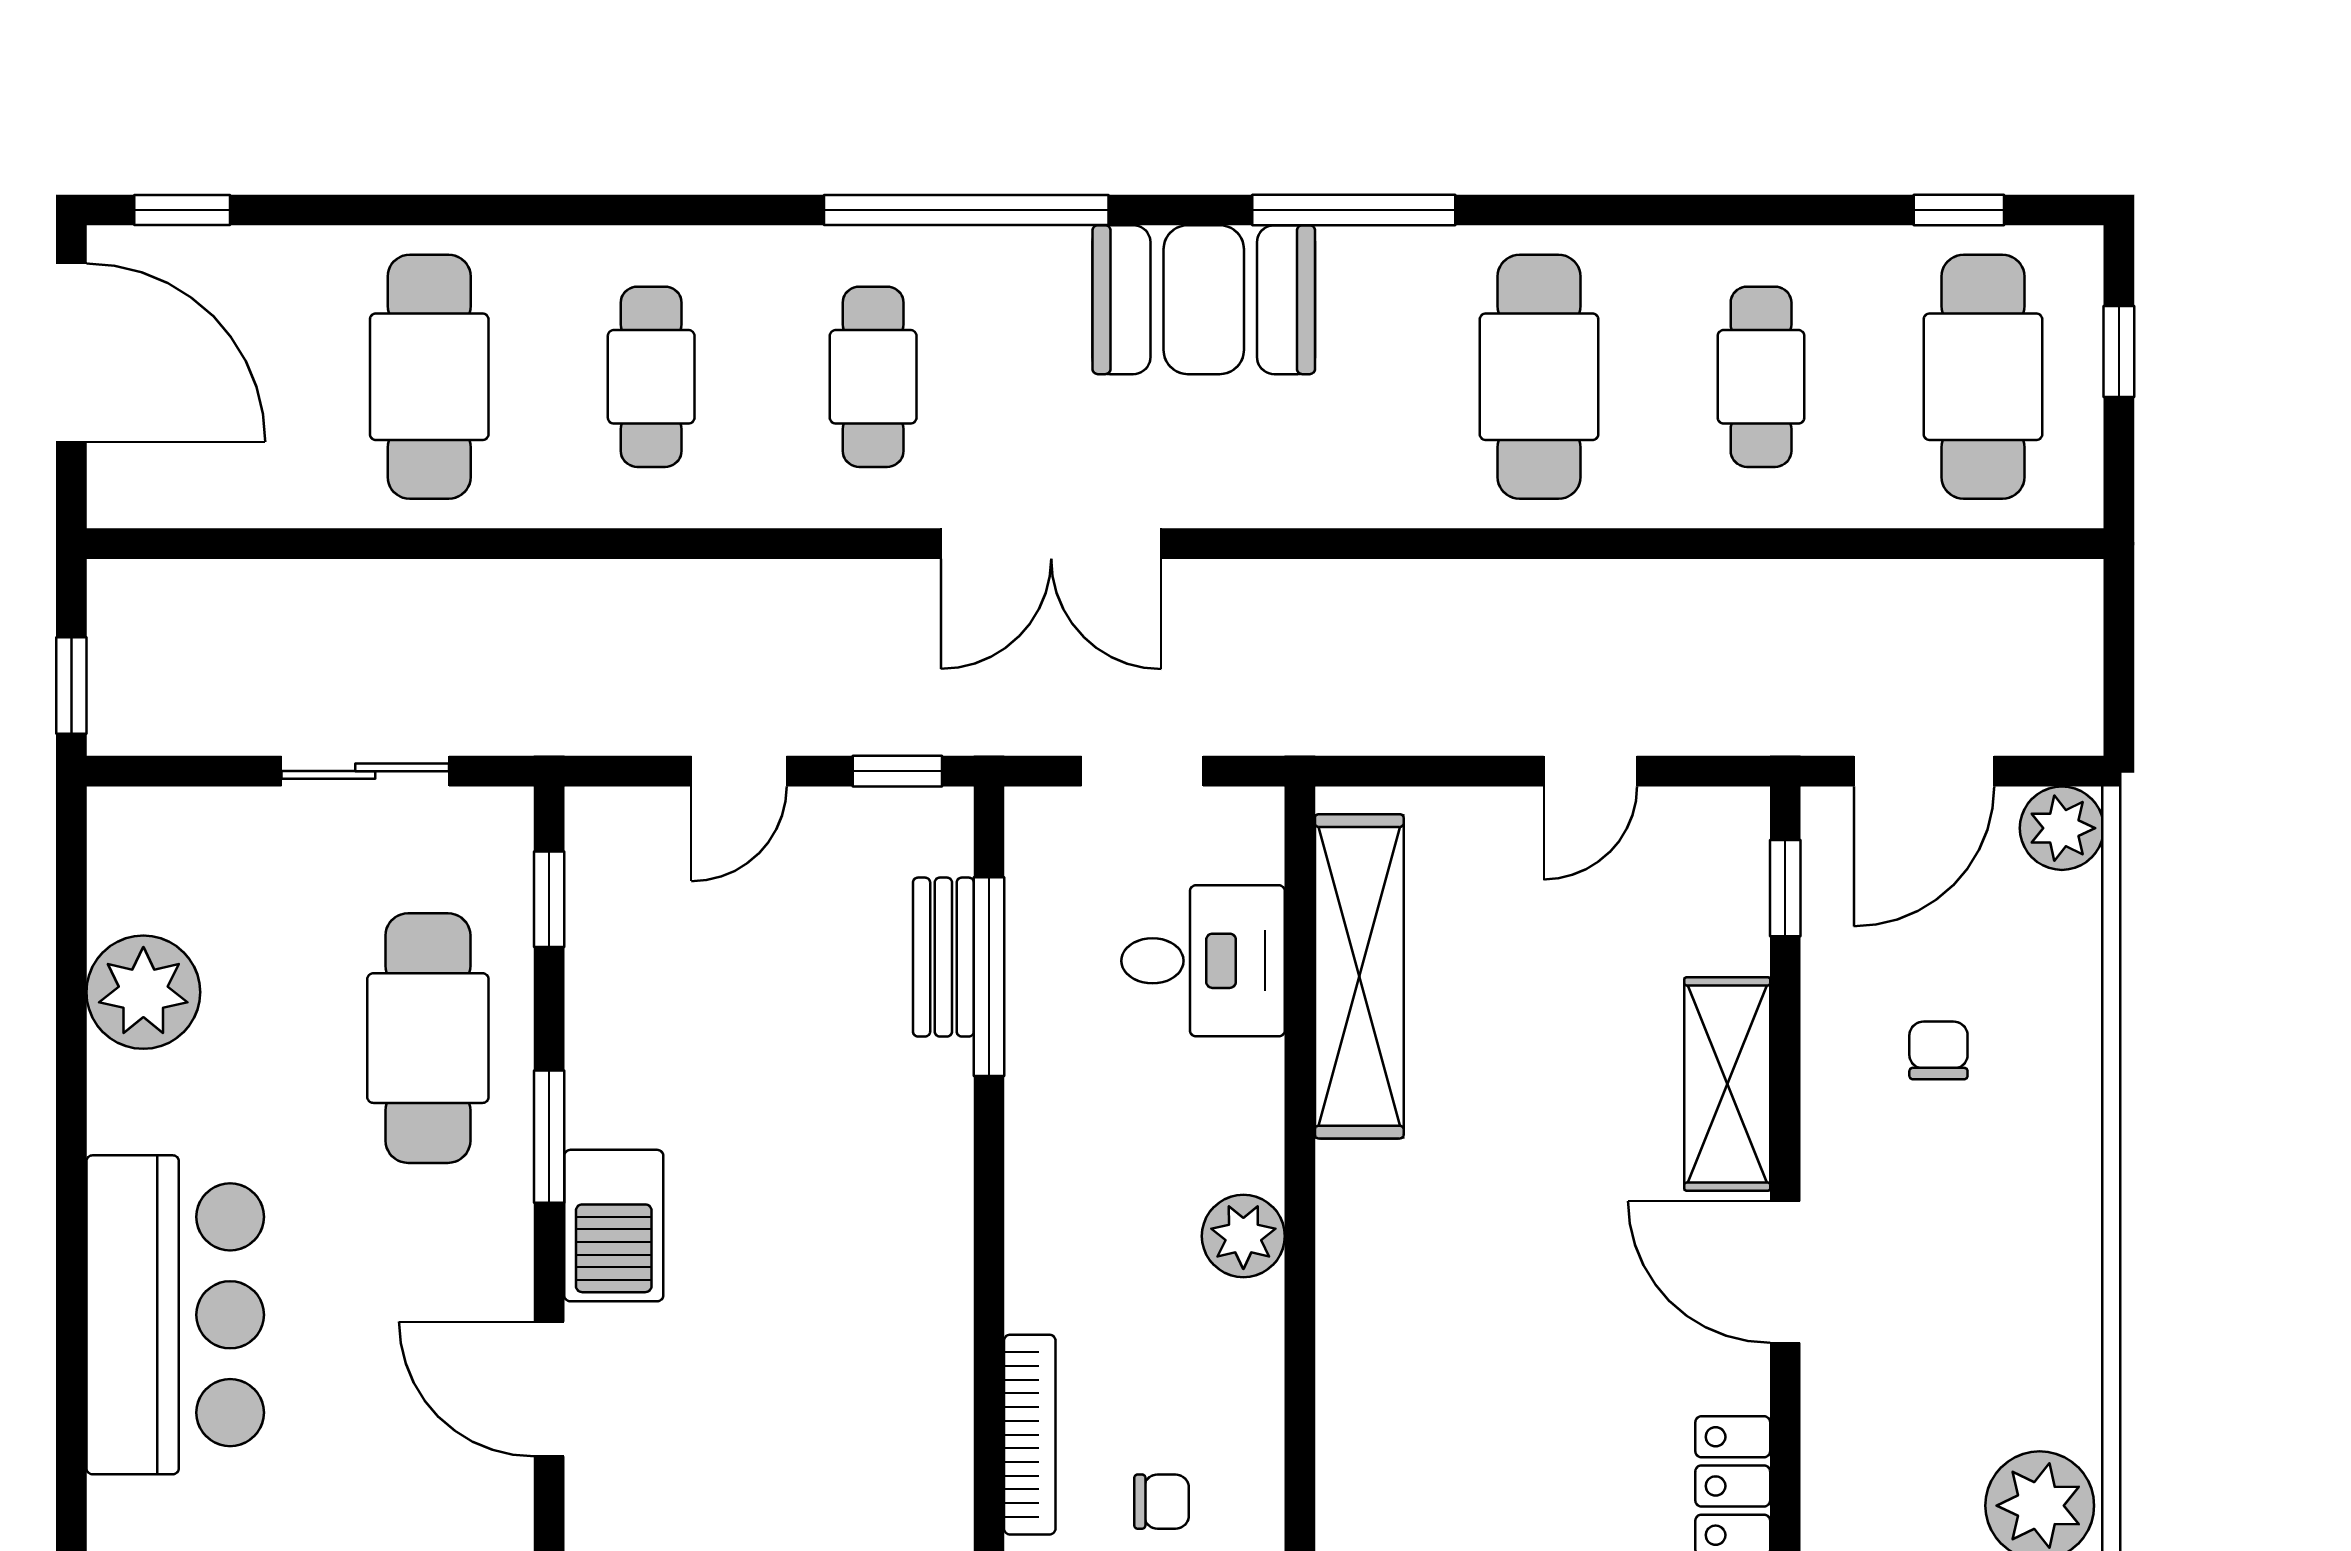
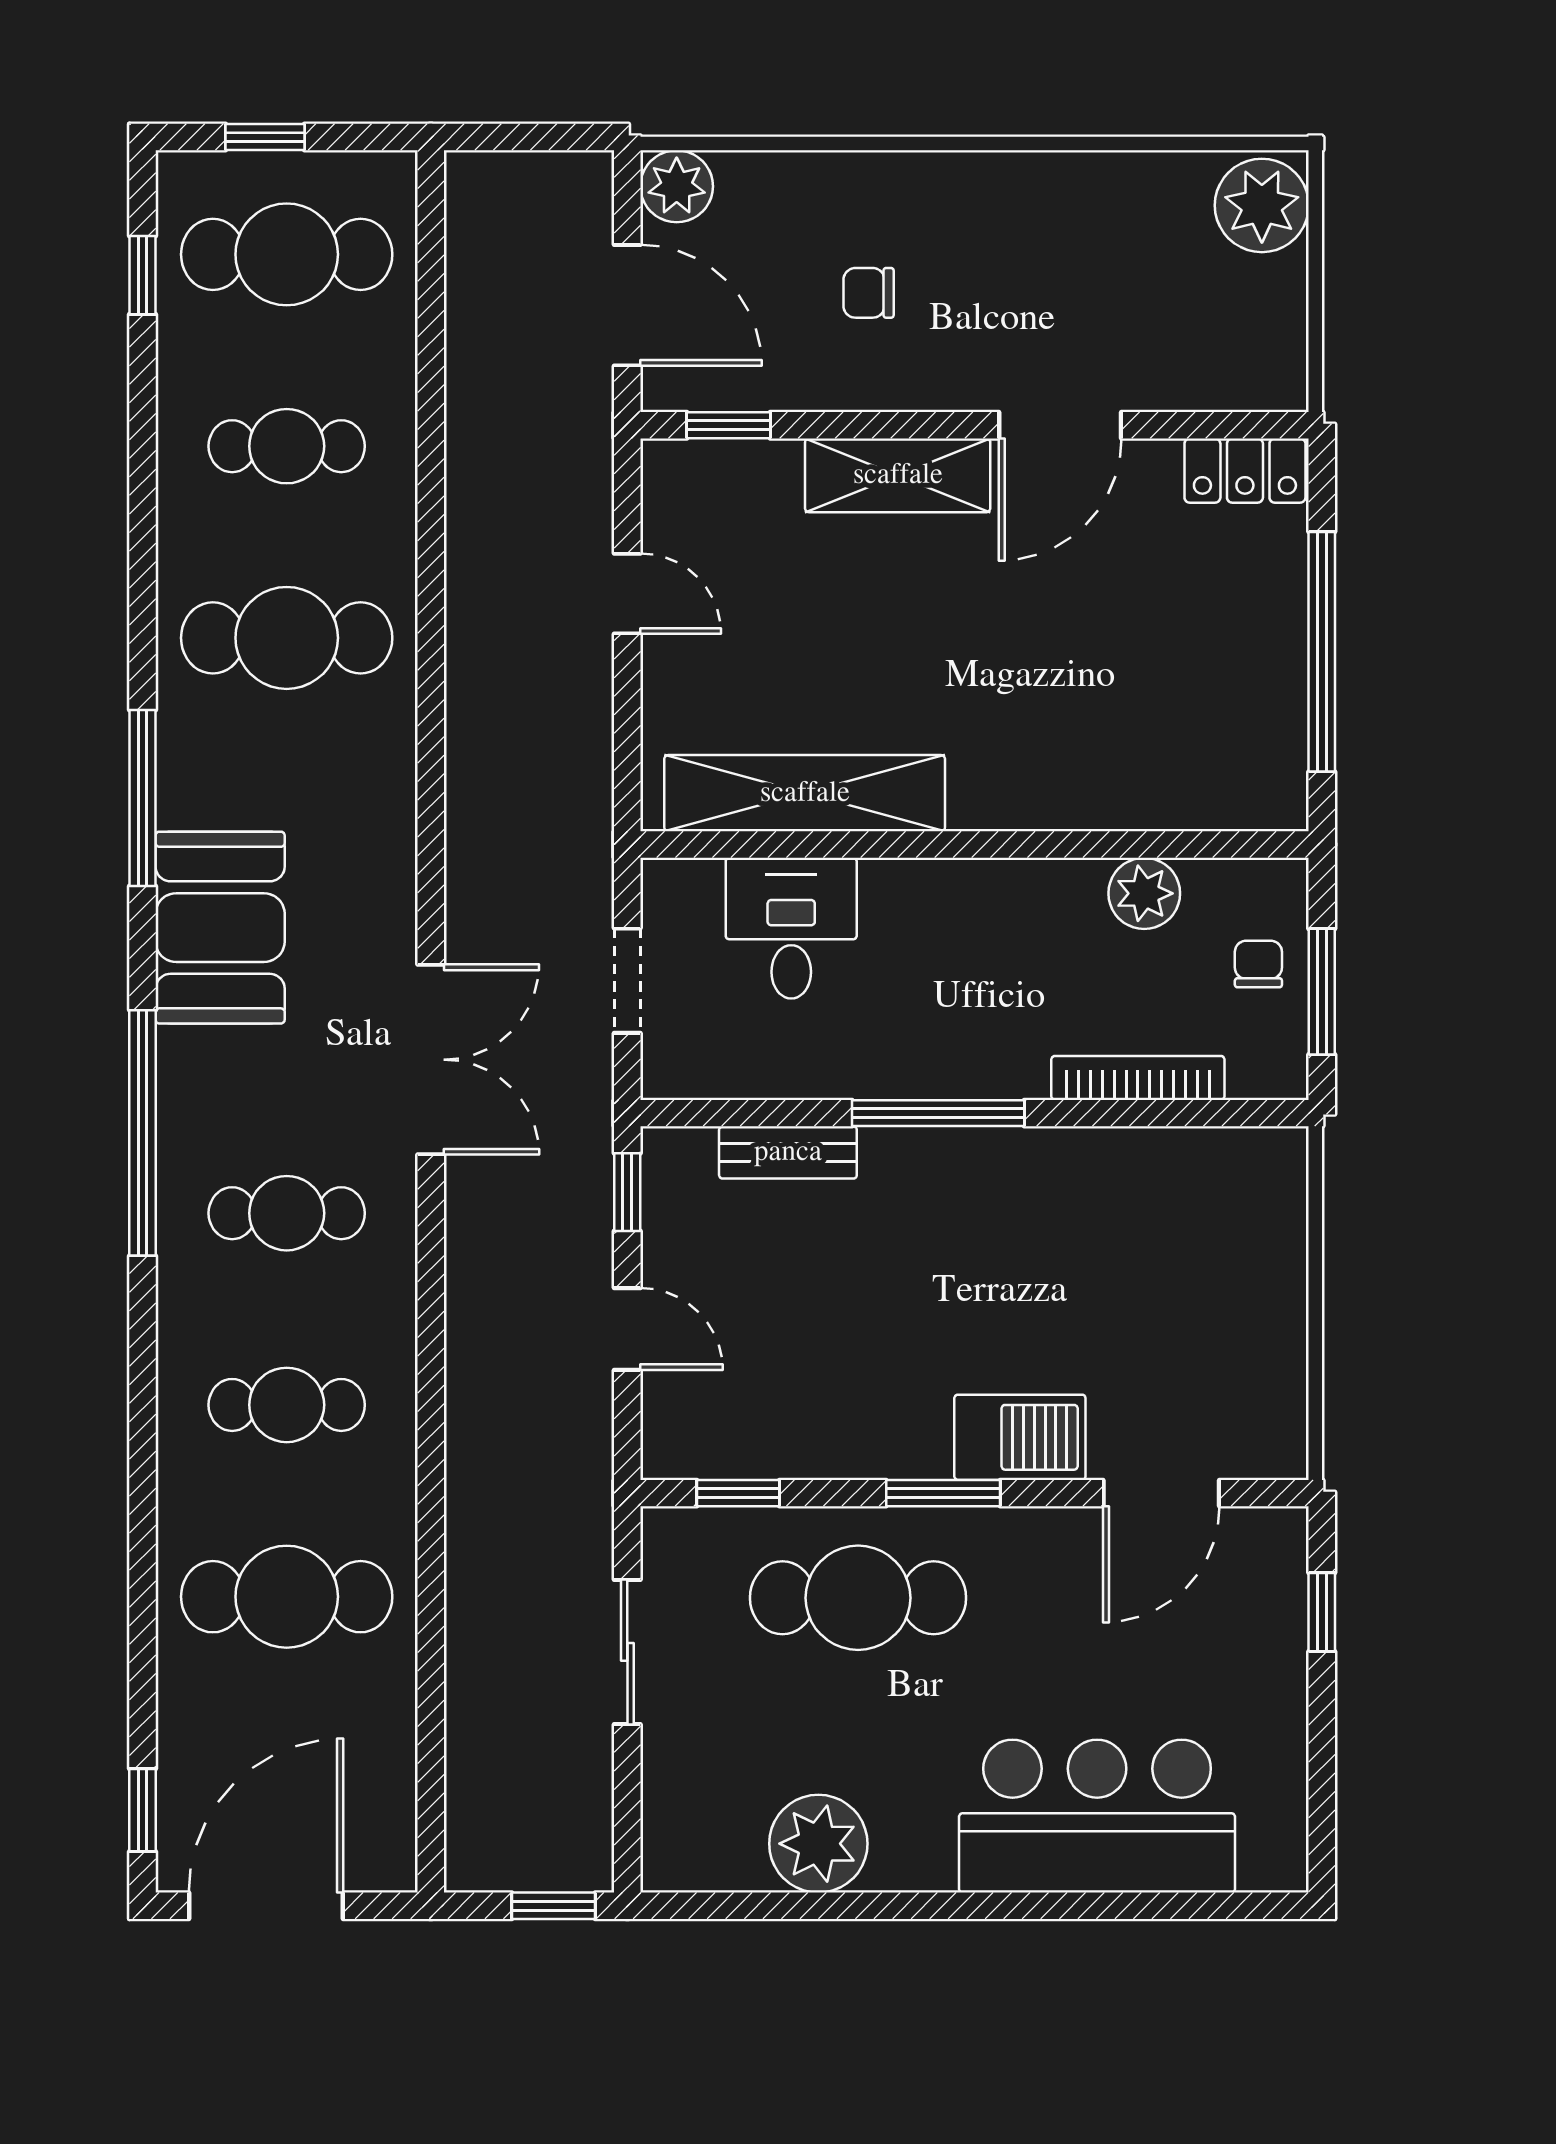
window: (989, 977) -> (938, 1113), moved
plant: (1243, 1236) -> (1144, 893), moved
bookcase: (1030, 1435) -> (1138, 1078), moved

